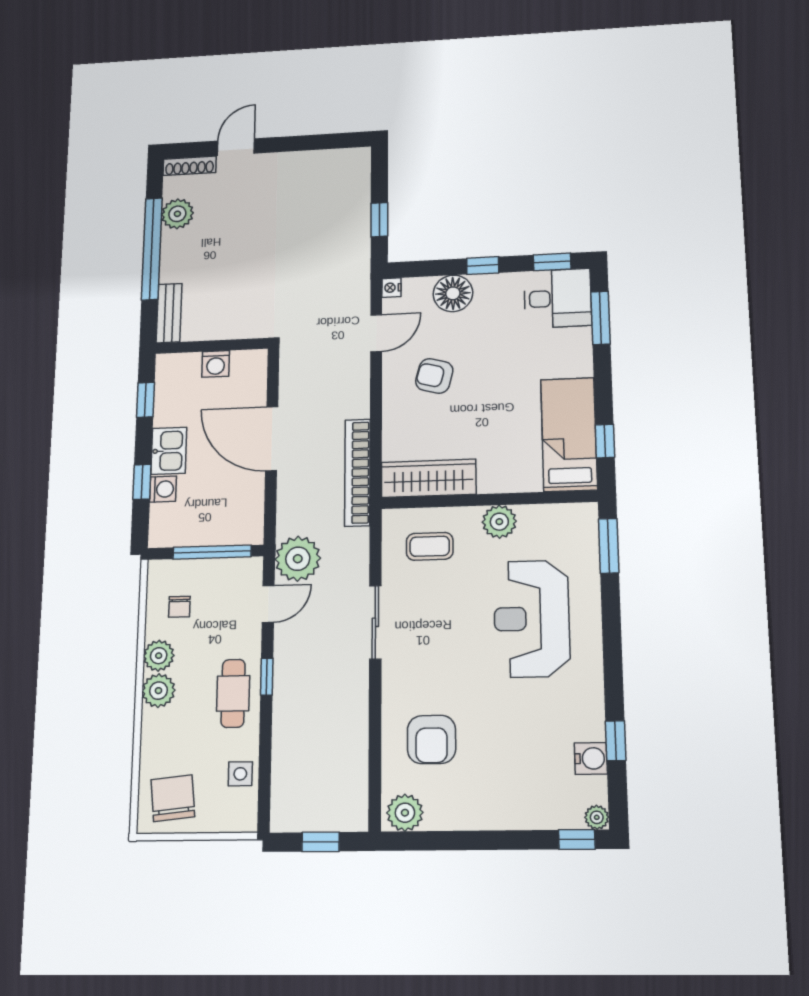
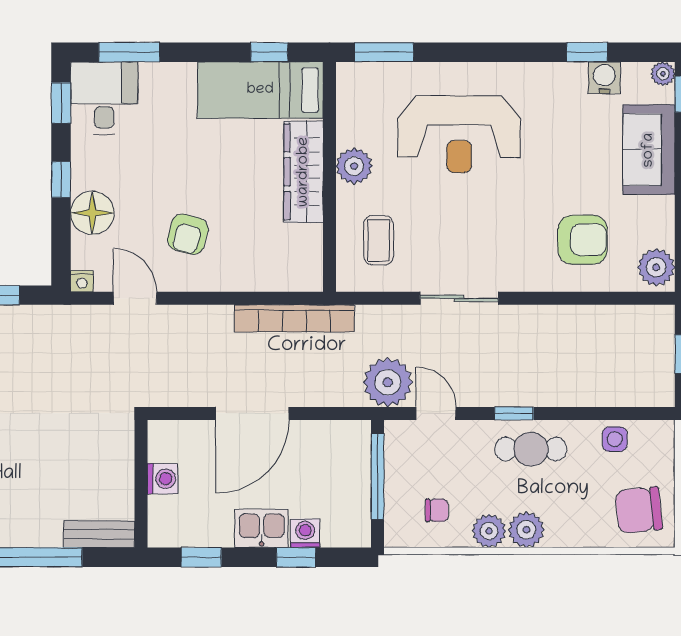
wardrobe: (429, 478) -> (304, 172), moved
sofa: (521, 804) -> (649, 150), added

